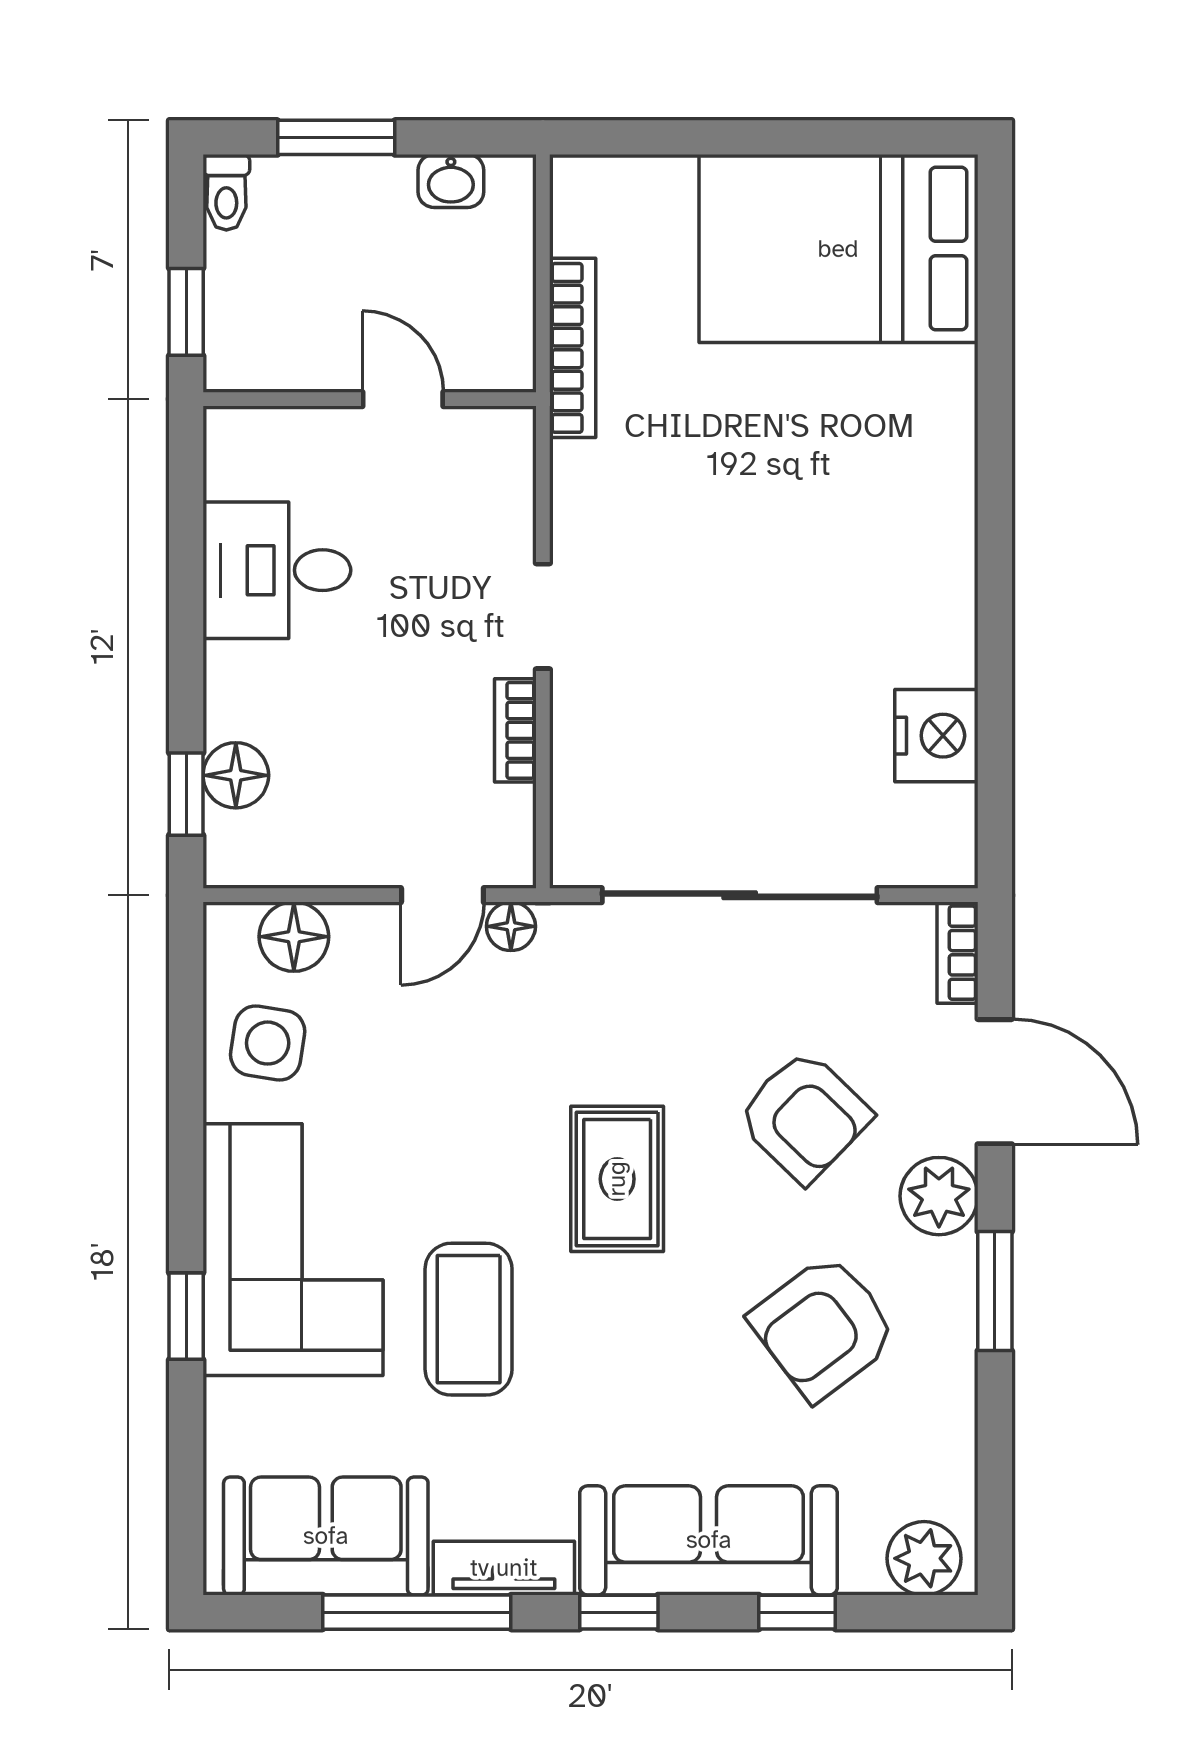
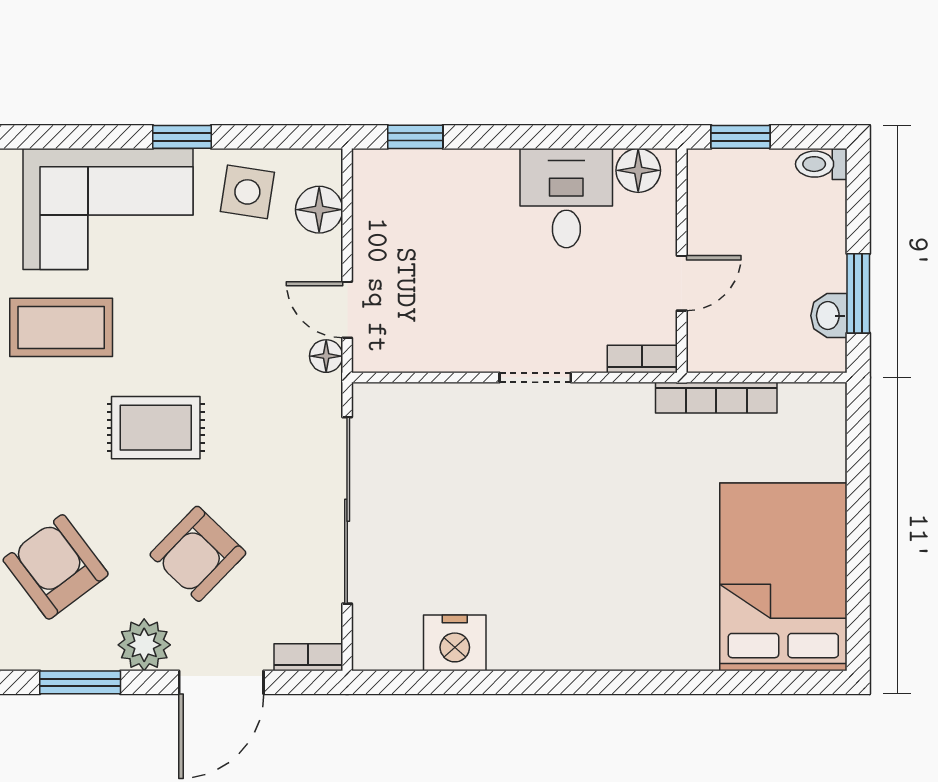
window: (336, 137) -> (858, 293), moved
bookcase: (515, 730) -> (642, 359), moved
floor lamp: (236, 775) -> (638, 170), moved
window: (186, 1316) -> (182, 137), moved

